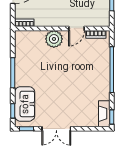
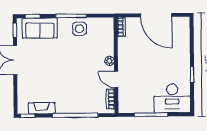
plant: (54, 39) -> (109, 61), width x0.53, depth x0.53
side table: (26, 65) -> (79, 29), added
fireplace: (104, 114) -> (42, 108), moved

